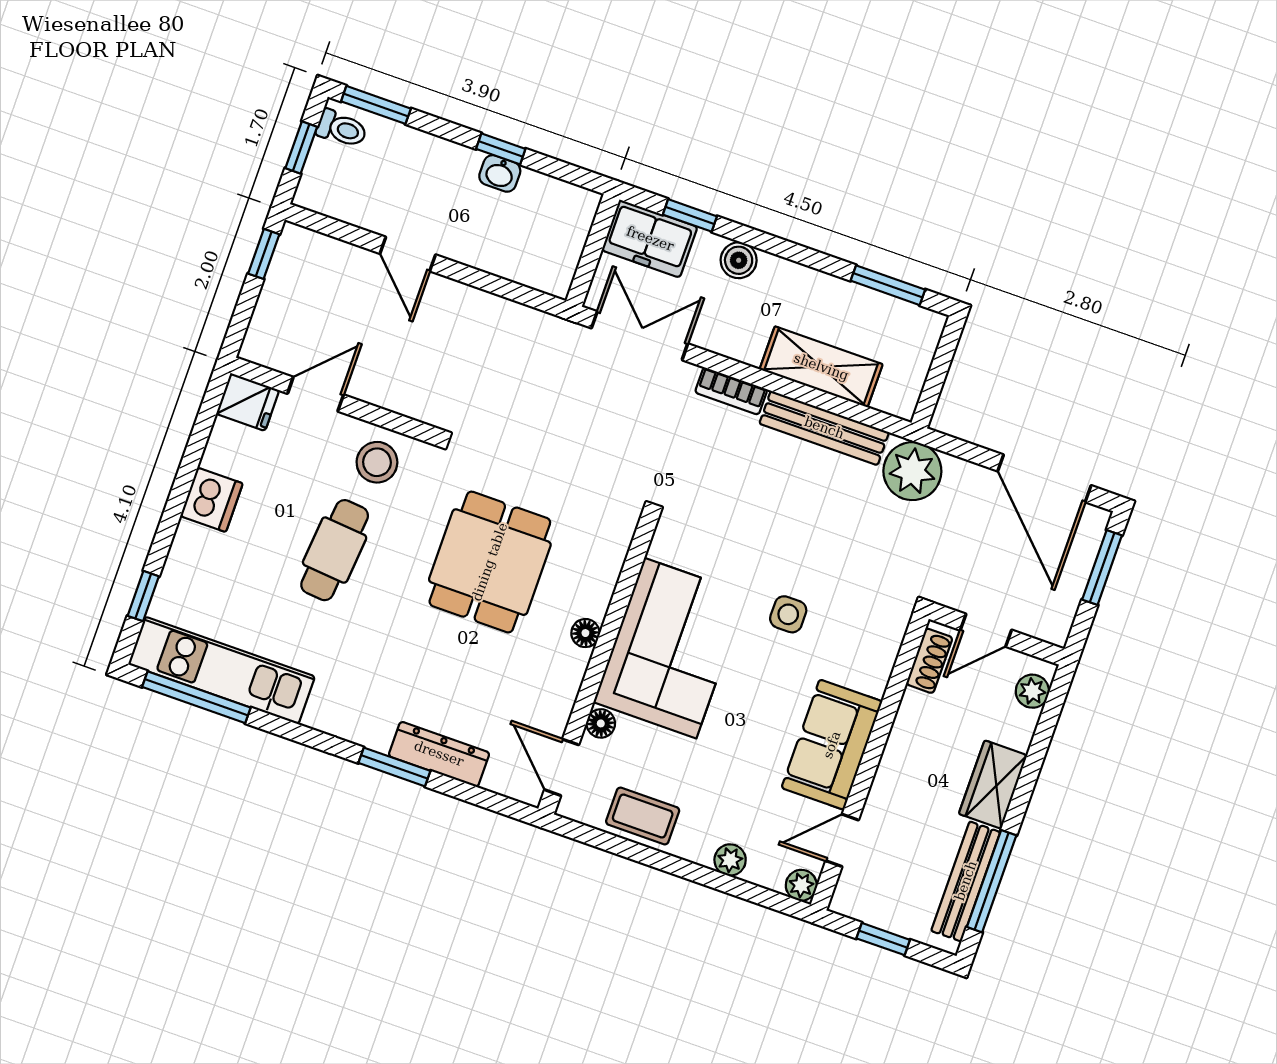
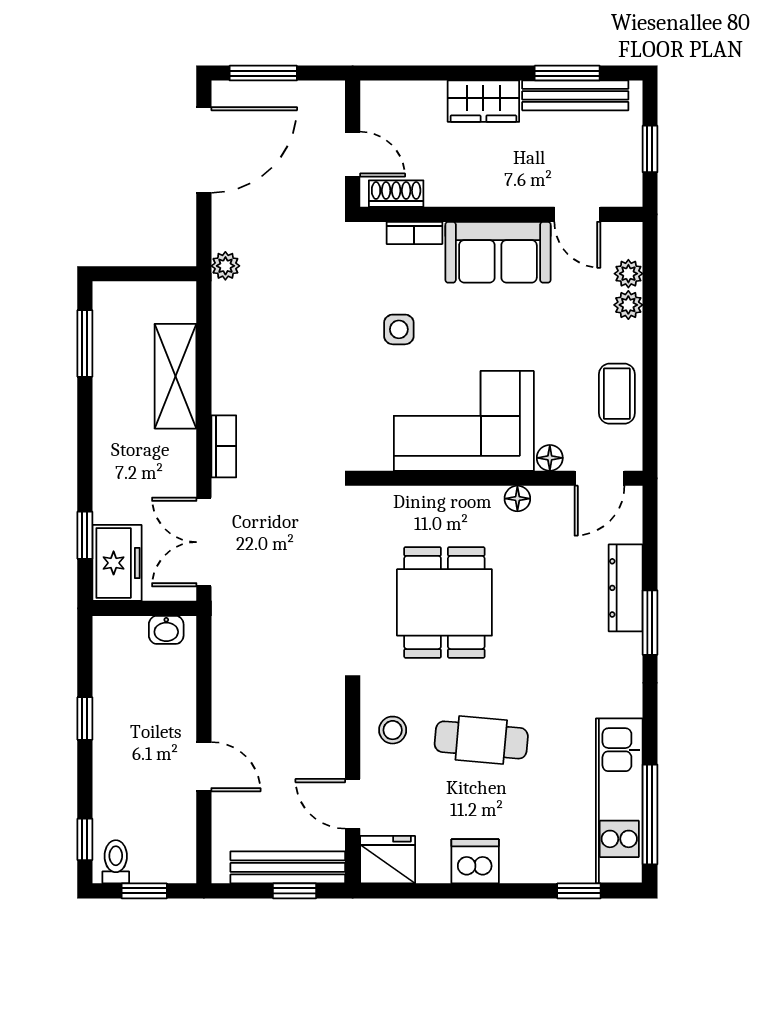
window: (376, 105) -> (85, 839), width x0.67
washbasin: (500, 173) -> (166, 630), moved, turned 90
window: (264, 254) -> (295, 891), moved
door: (408, 254) -> (204, 767), hinge flipped
boiler: (739, 260) -> (109, 480), removed
fridge: (248, 402) -> (388, 860), width x1.38
bench: (824, 428) -> (288, 867), moved, turned 90
stool: (377, 462) -> (393, 730), width x0.73, depth x0.73
plant: (912, 471) -> (225, 266), width x0.53, depth x0.53
dining table: (490, 562) -> (444, 602), turned 90
floor lamp: (585, 633) -> (517, 499), moved
bookcase: (882, 665) -> (414, 233), added
plant: (1032, 691) -> (391, 96), removed
window: (992, 881) -> (567, 73), width x0.69
plant: (801, 885) -> (628, 274), moved

